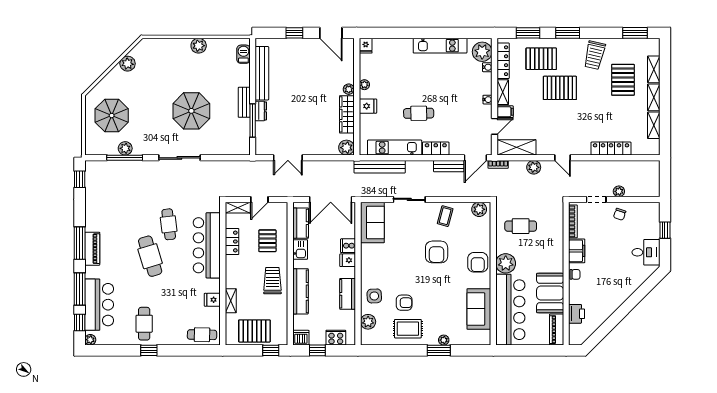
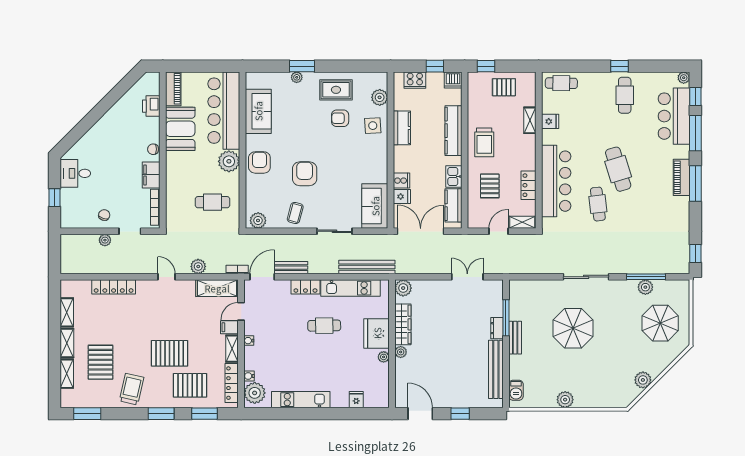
fridge: (366, 46) -> (356, 400), moved
fridge: (368, 106) -> (377, 333), width x1.88, depth x1.34
fridge: (348, 260) -> (402, 196), moved
pallet: (254, 331) -> (504, 87), width x0.67, depth x0.71

